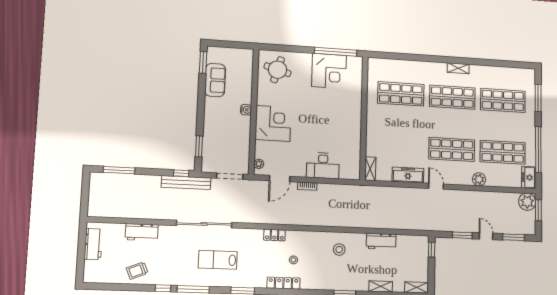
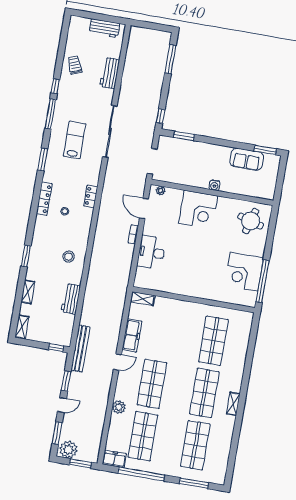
bench: (186, 182) -> (80, 349), moved
plant: (527, 202) -> (68, 450), moved

